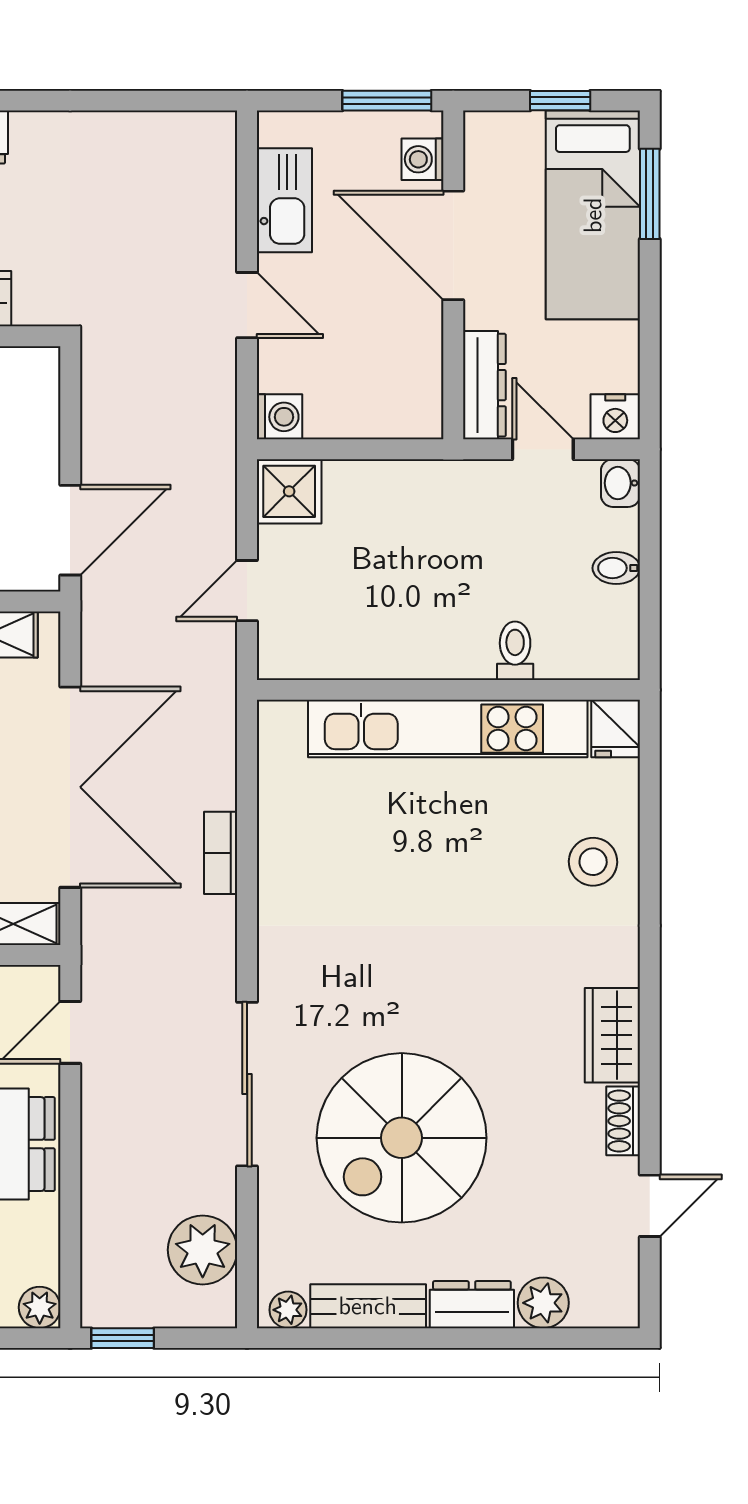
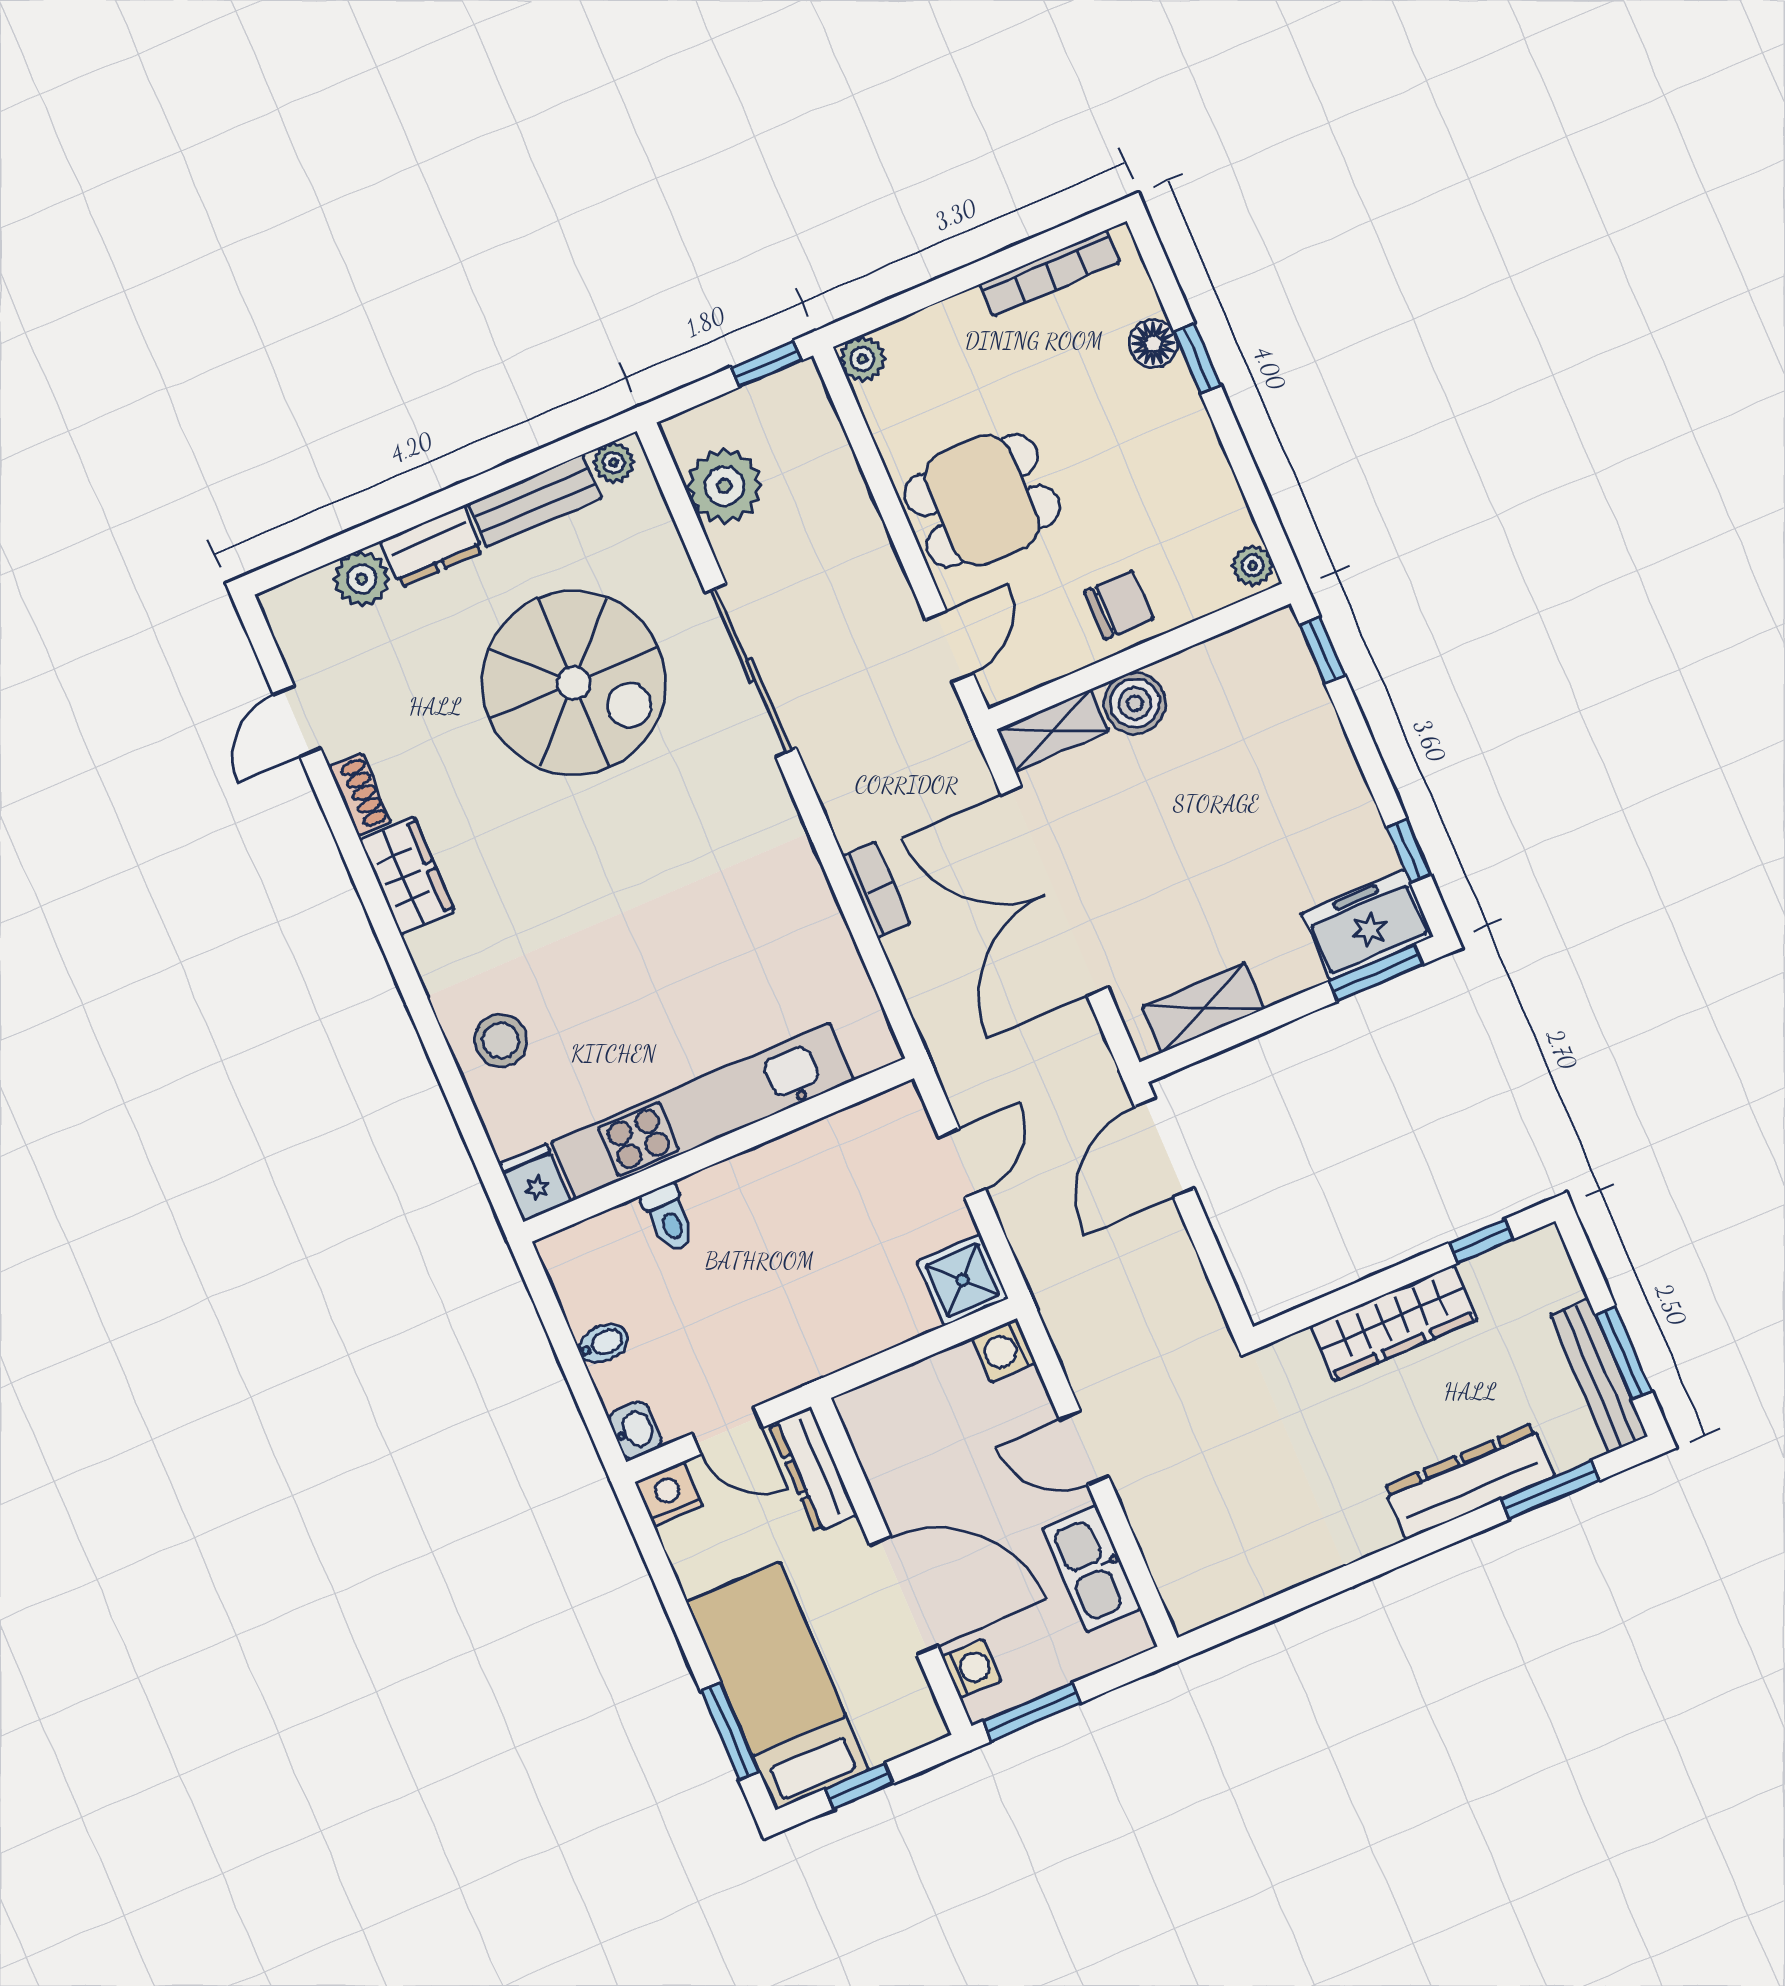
spiral stairs: (402, 1138) -> (574, 683), turned 90

